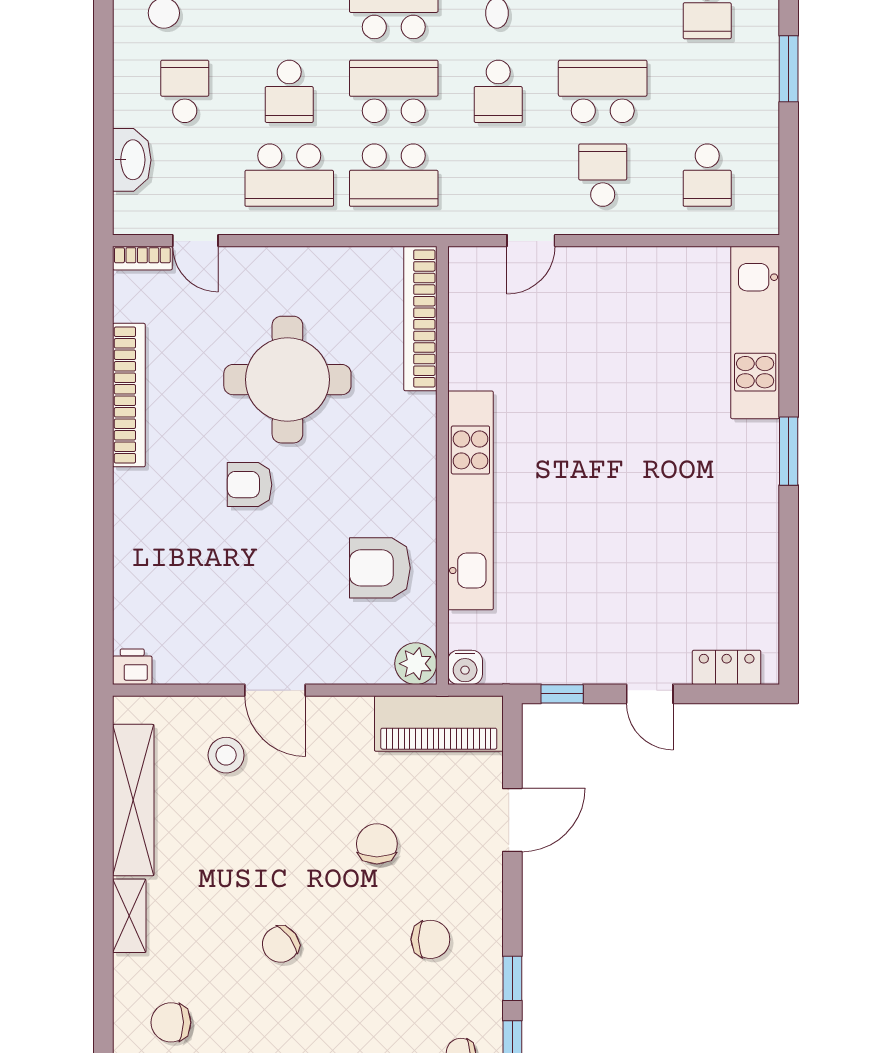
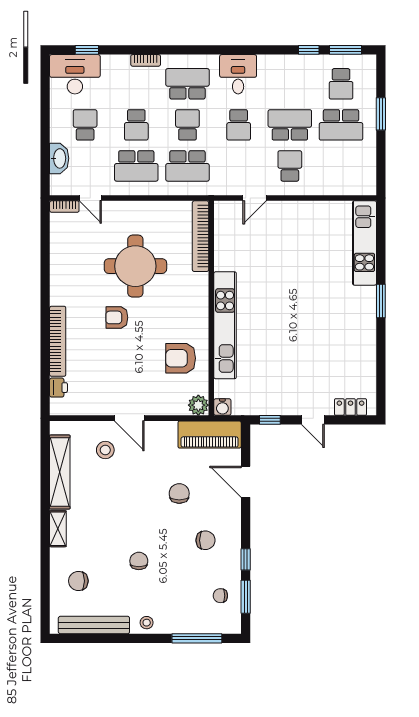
school desk: (394, 91) -> (187, 125), width x0.54
school desk: (707, 175) -> (341, 125), moved, width x1.85
bookcase: (129, 395) -> (58, 341), moved
printer: (132, 667) -> (58, 388), moved, turned 90
door: (512, 820) -> (246, 482), swing flipped
chair: (281, 944) -> (139, 561), moved, turned 127

